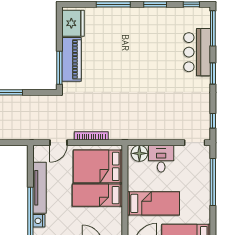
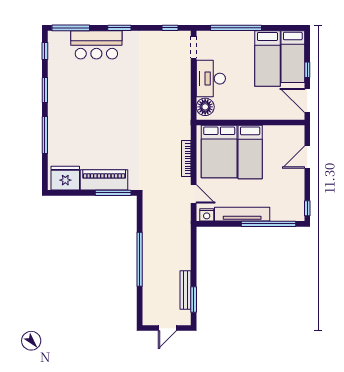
desk: (161, 159) -> (211, 79), width x1.37
bed: (153, 203) -> (267, 59), moved, turned 180
nightstand: (39, 221) -> (207, 215), moved

